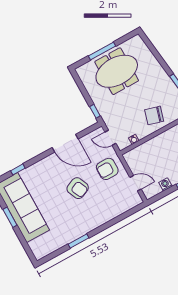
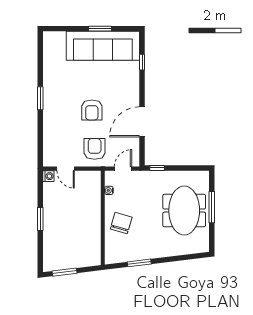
door: (135, 183) -> (66, 169), hinge flipped
washing machine: (165, 184) -> (48, 176), moved
armchair: (78, 188) -> (92, 110), turned -66
window: (78, 241) -> (40, 98), moved

